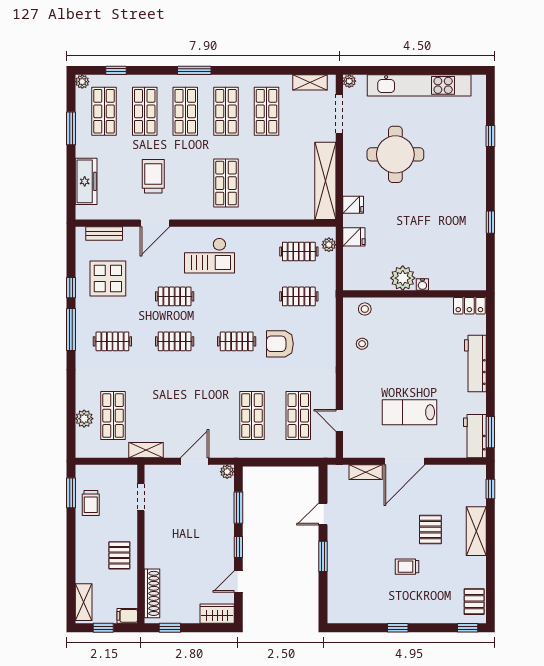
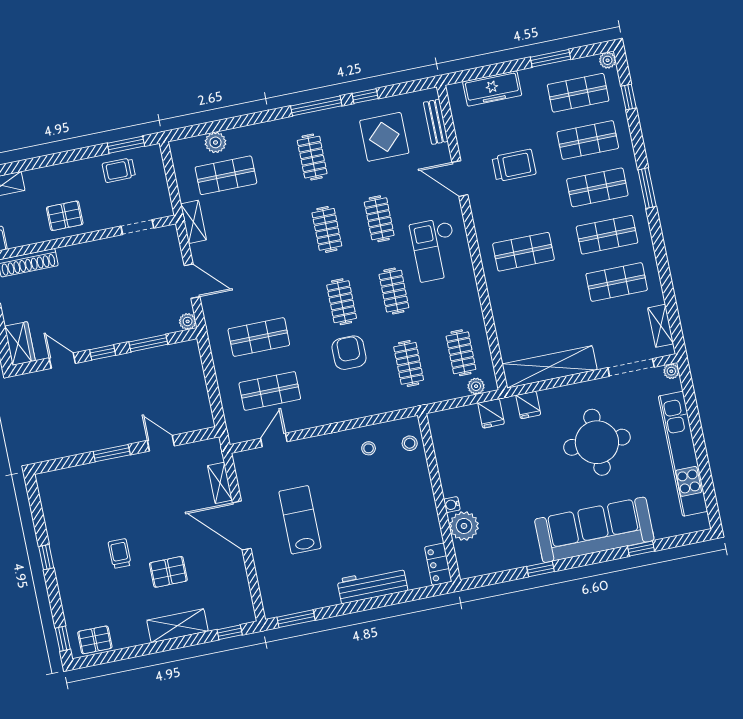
sofa: (467, 171) -> (594, 530), added
plant: (403, 278) -> (464, 526), moved
clothes rail: (237, 296) -> (394, 291), added
workbench: (475, 436) -> (288, 602), removed

